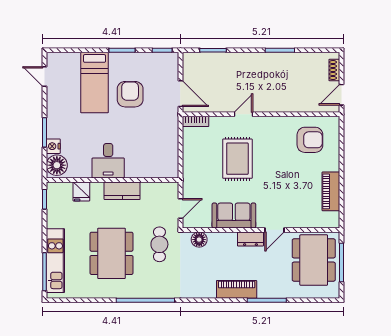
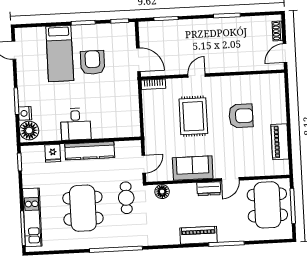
armchair: (310, 140) -> (241, 116), moved
kitchen counter: (122, 191) -> (90, 151), width x1.50

